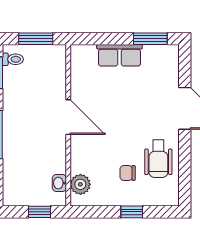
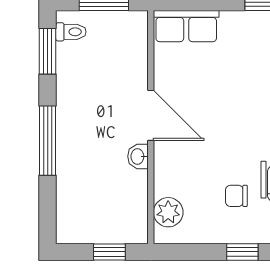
row of seats: (119, 55) -> (186, 26), moved
washbasin: (59, 183) -> (138, 156), moved

